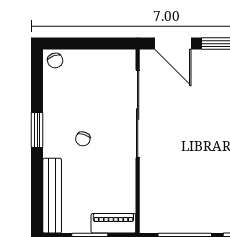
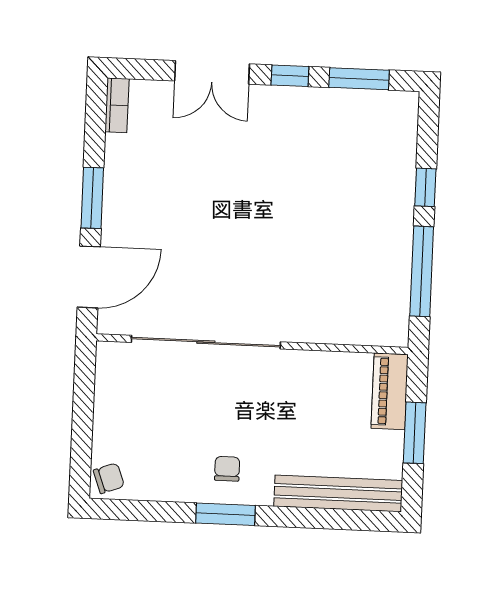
chair: (83, 139) -> (227, 469), moved, turned -107

